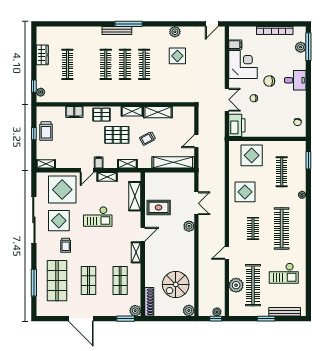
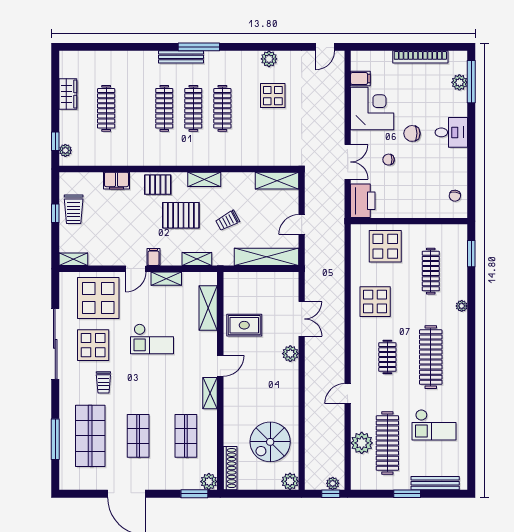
shelving: (158, 112) -> (277, 181), moved

